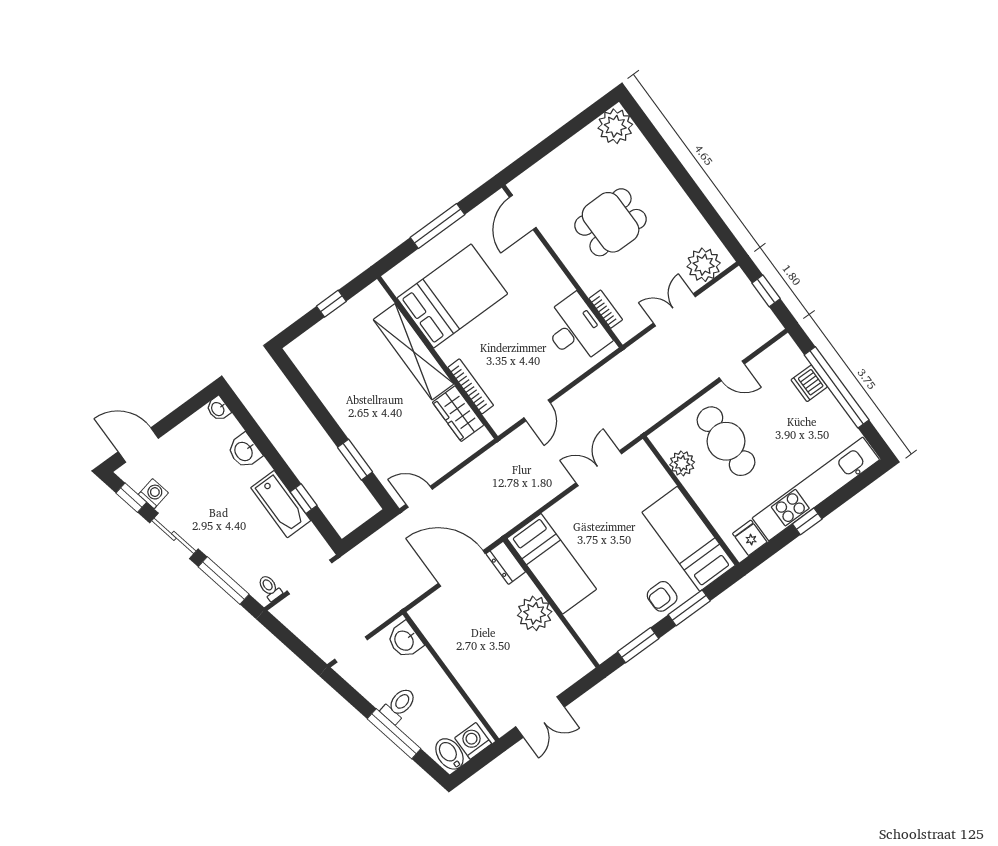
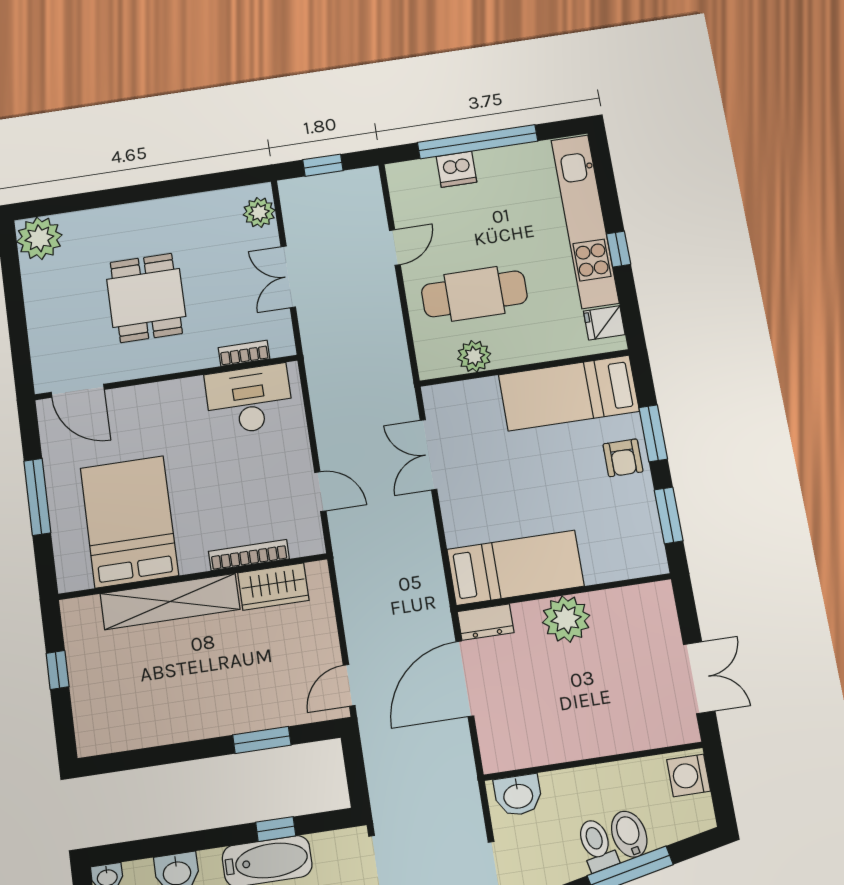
plant: (704, 265) -> (259, 212), width x0.73, depth x0.73
bidet: (449, 754) -> (629, 834), moved, turned 78

